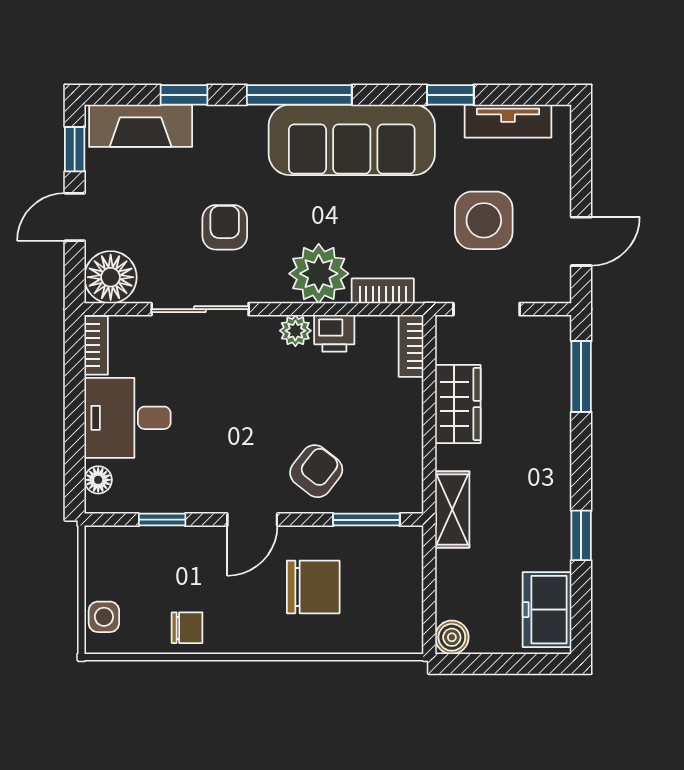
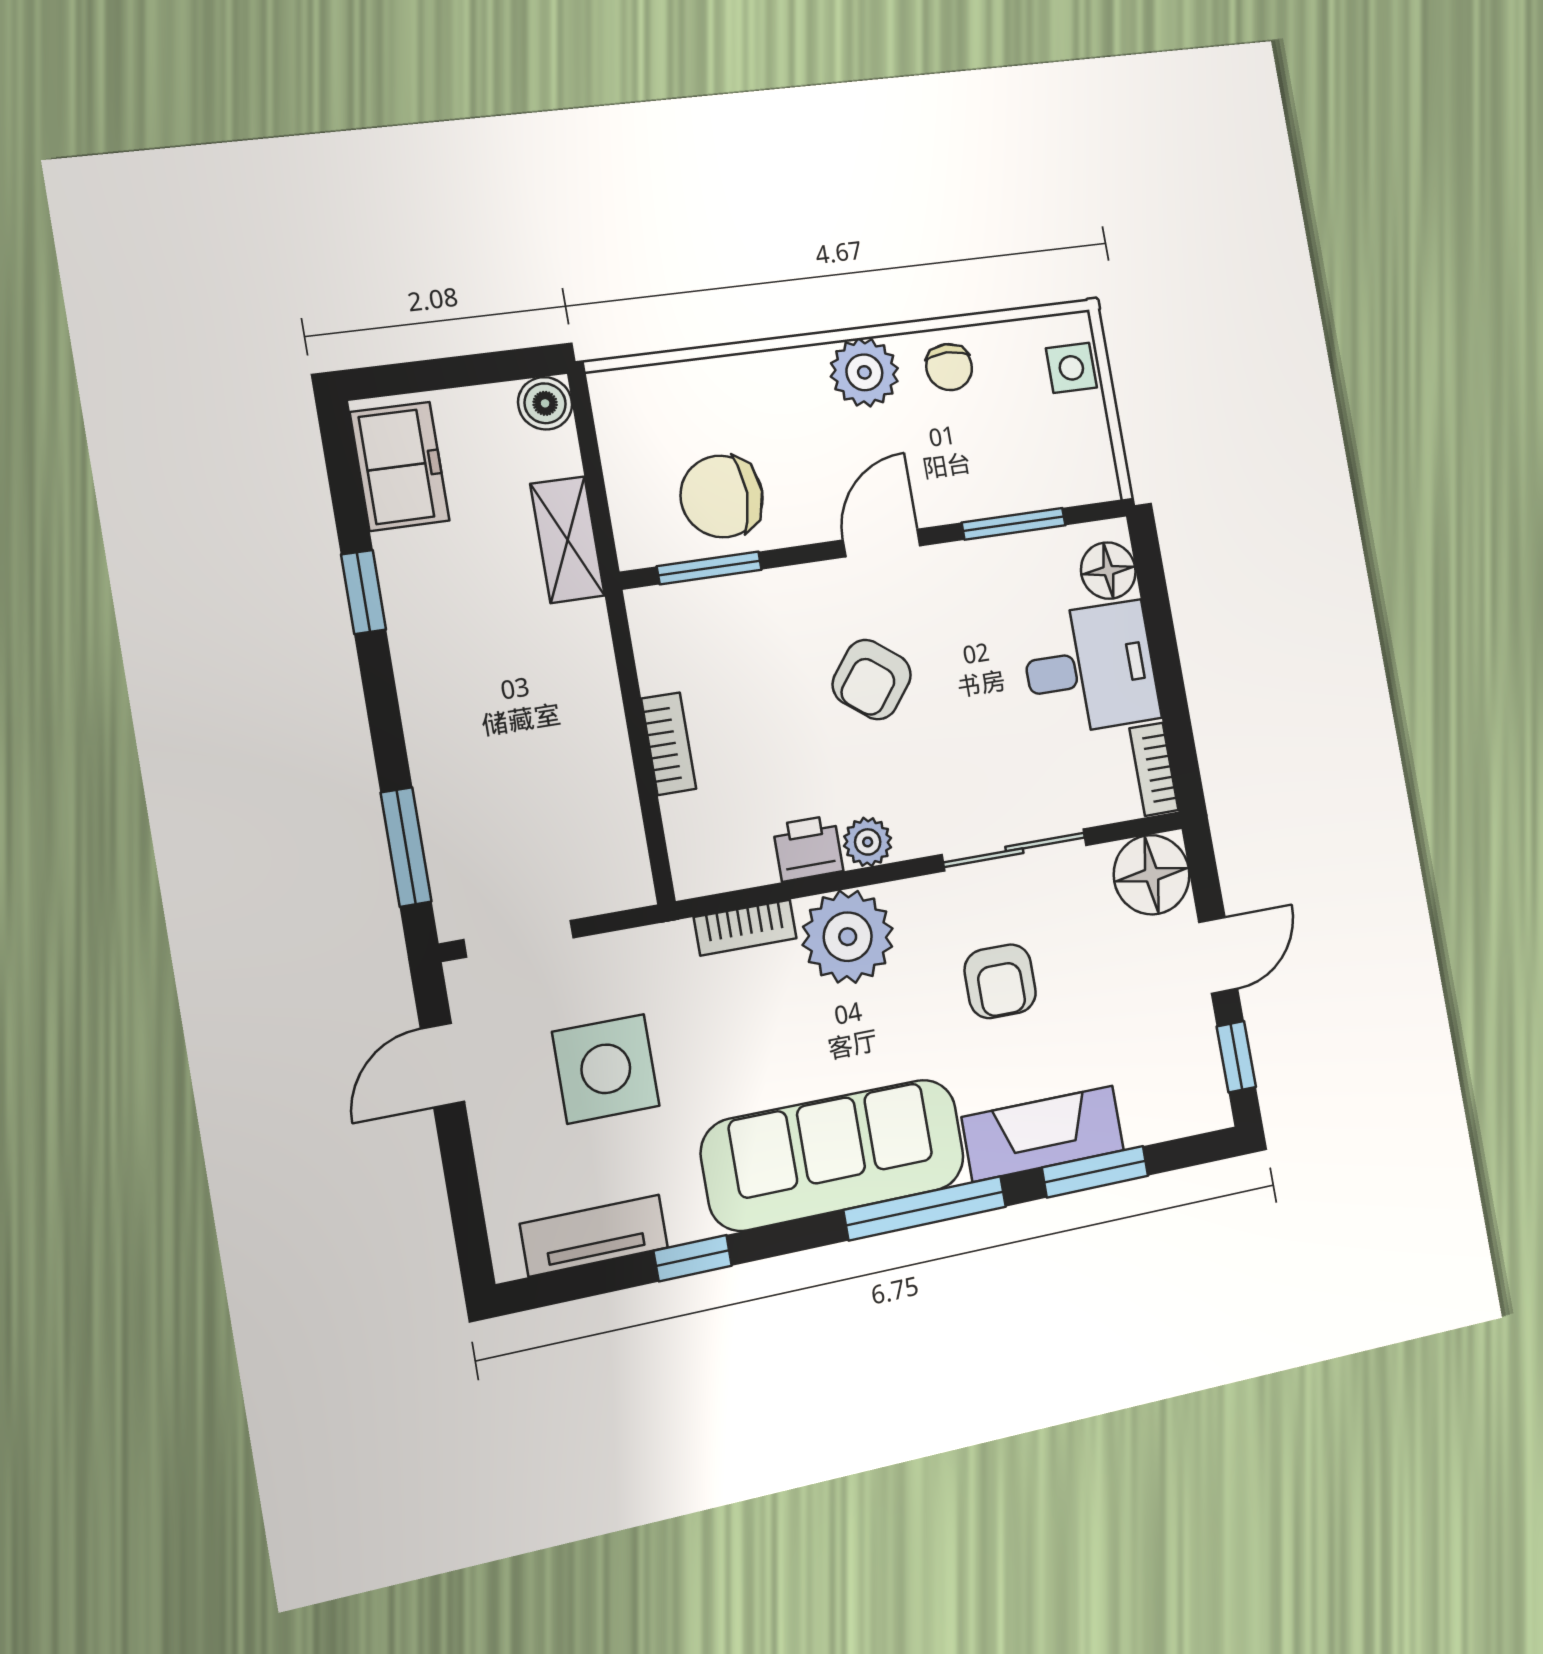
window: (184, 95) -> (1095, 1172), width x1.50
fireplace: (141, 126) -> (1043, 1134), moved
doorway: (487, 309) -> (519, 939), moved
bookcase: (411, 346) -> (669, 744), moved
wardrobe: (458, 404) -> (598, 770), removed
armchair: (316, 471) -> (872, 680), moved
floor lamp: (98, 480) -> (1108, 571), width x1.37, depth x1.37
shelving: (452, 509) -> (568, 540), moved
window: (162, 520) -> (1014, 524), width x1.50
chair: (313, 587) -> (722, 496), moved
chair: (187, 628) -> (949, 367), turned -90
plant: (244, 631) -> (864, 372), added

